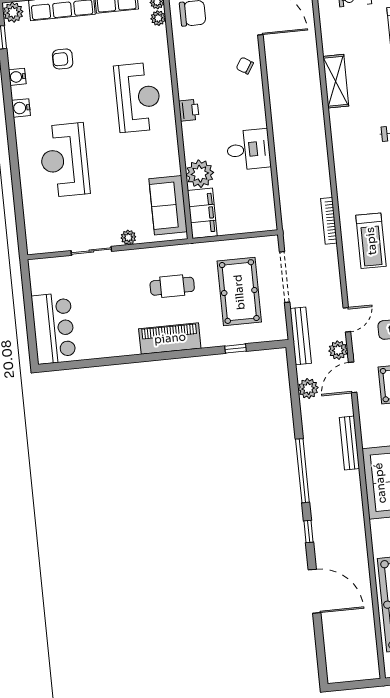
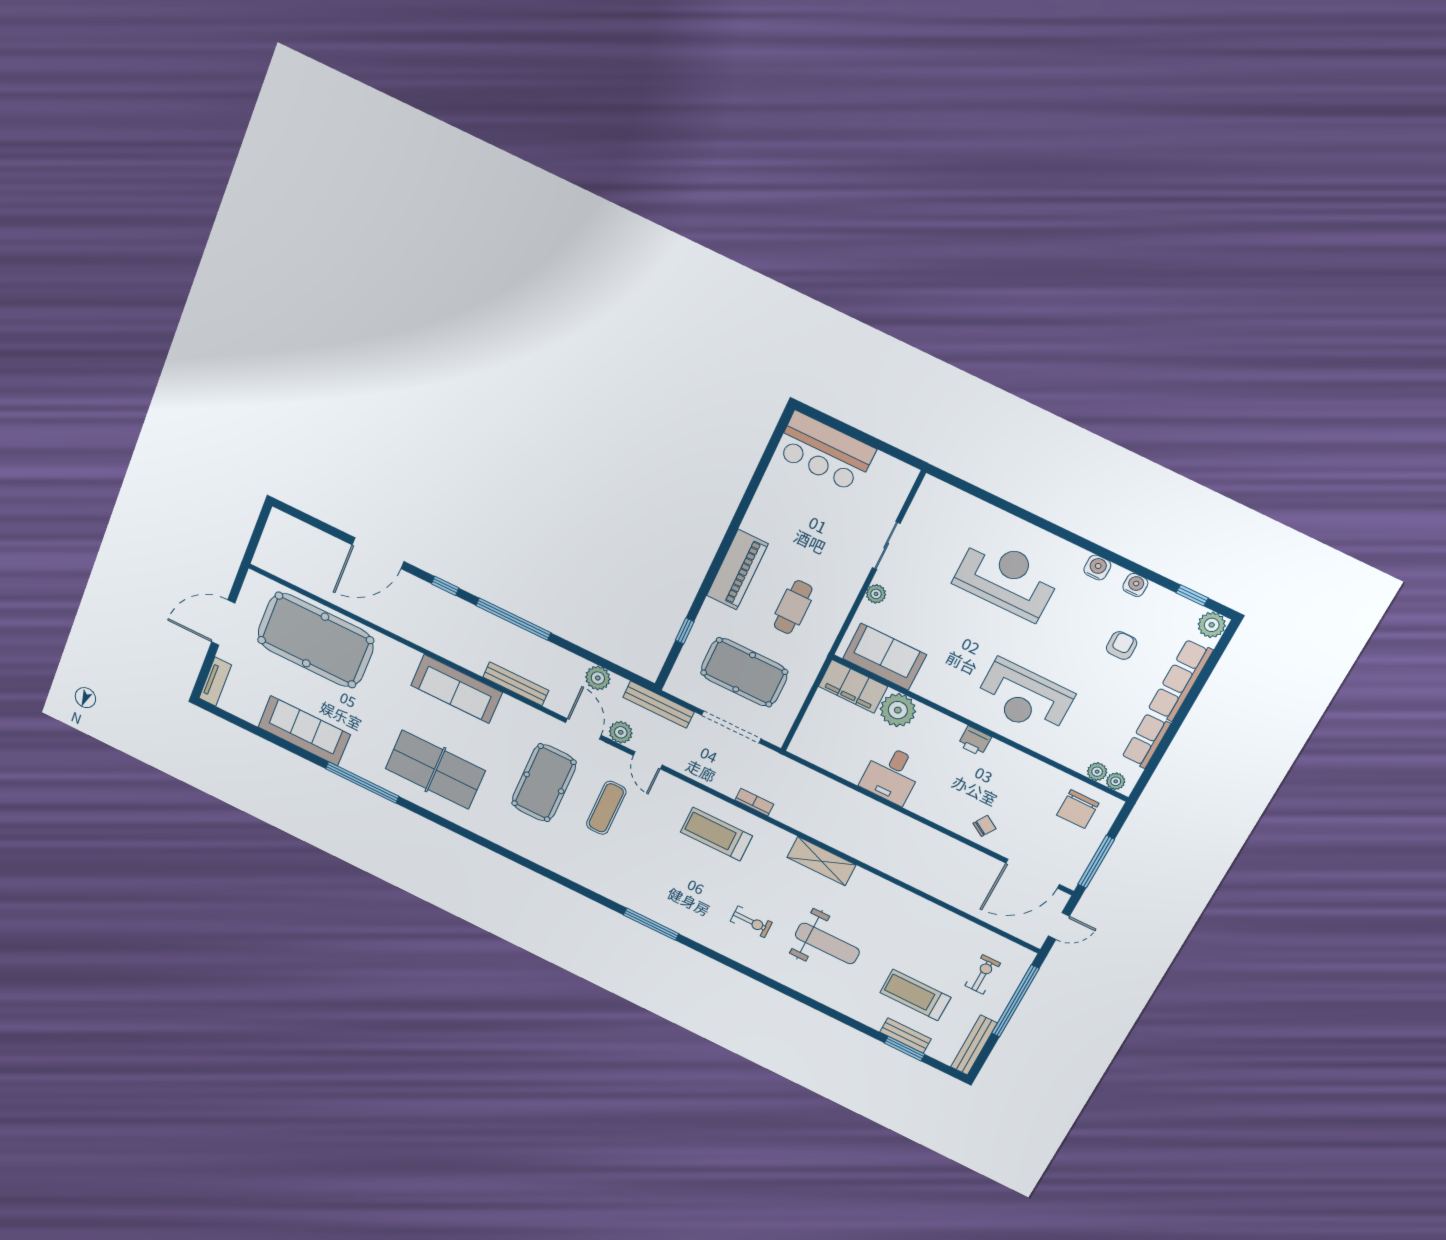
shelving: (336, 81) -> (821, 861), moved
bookcase: (329, 221) -> (754, 802), width x0.64

